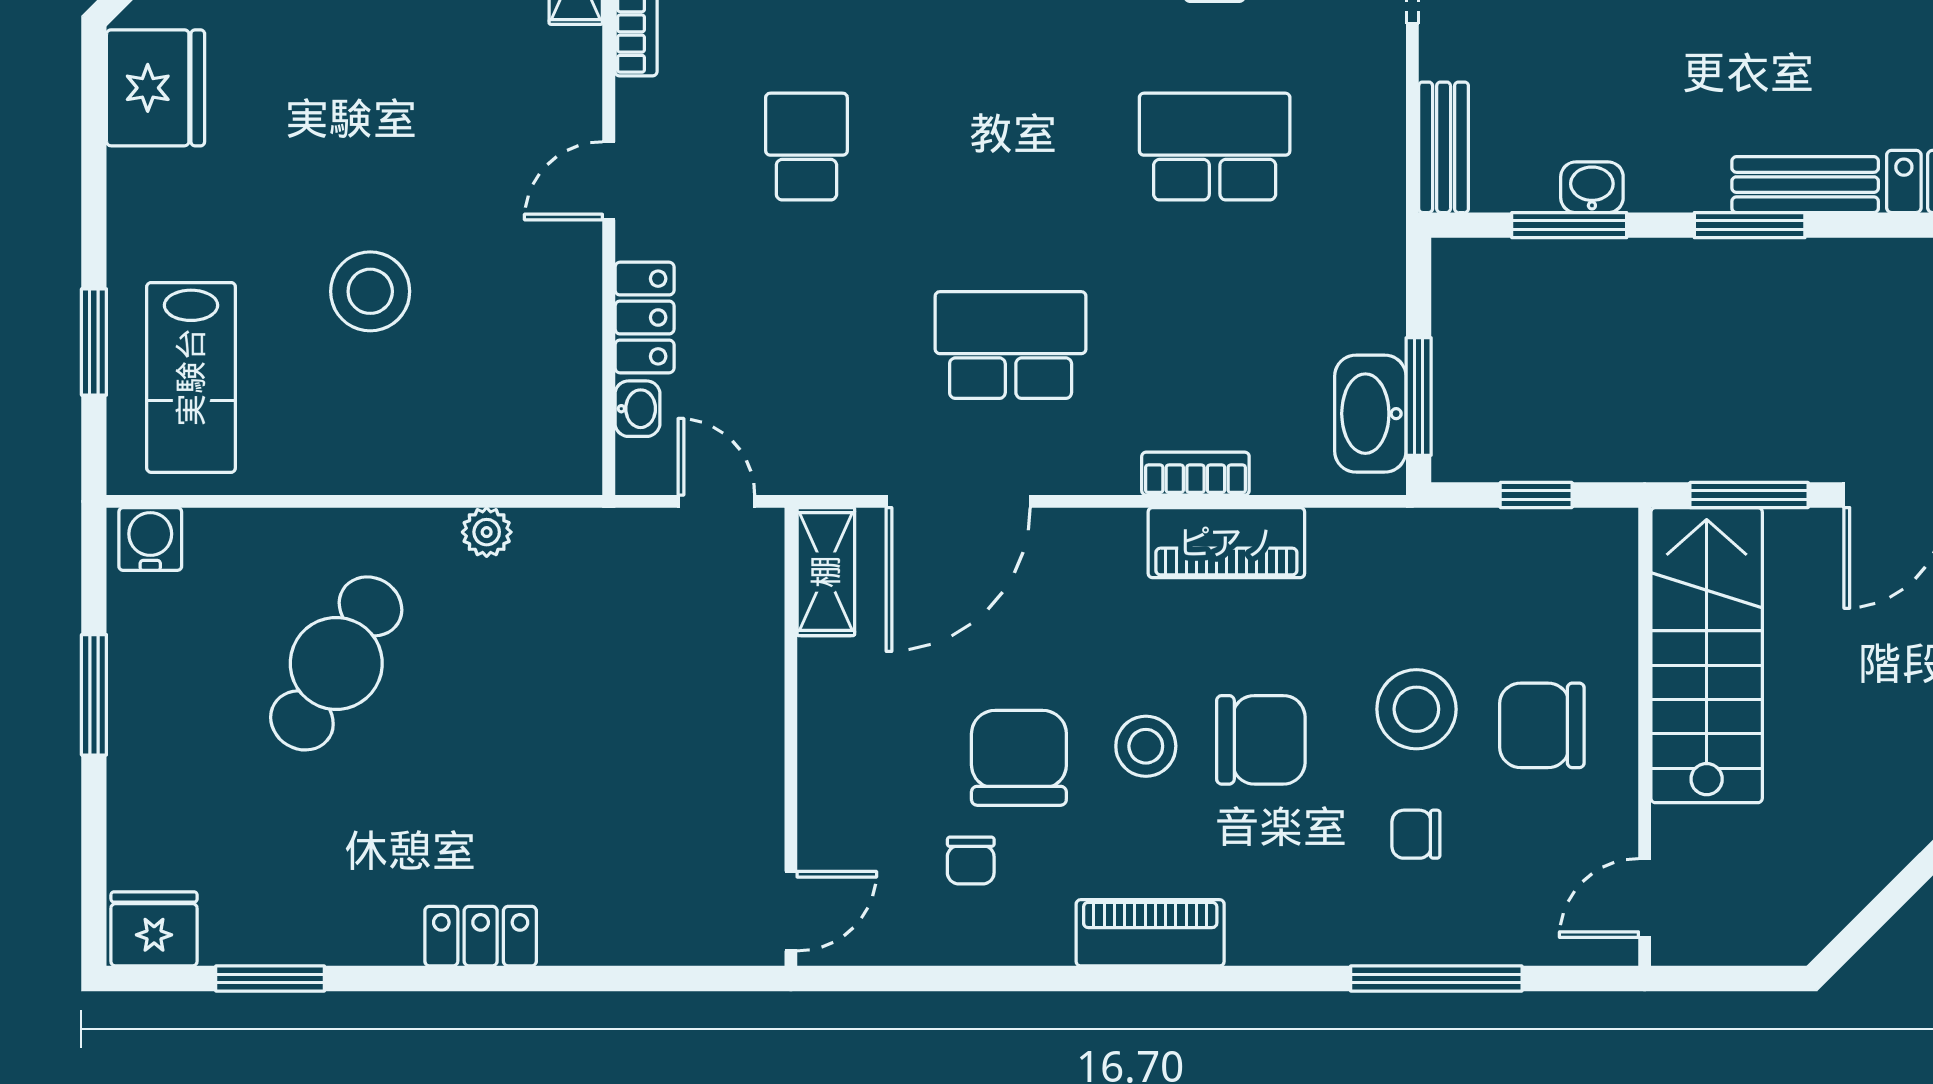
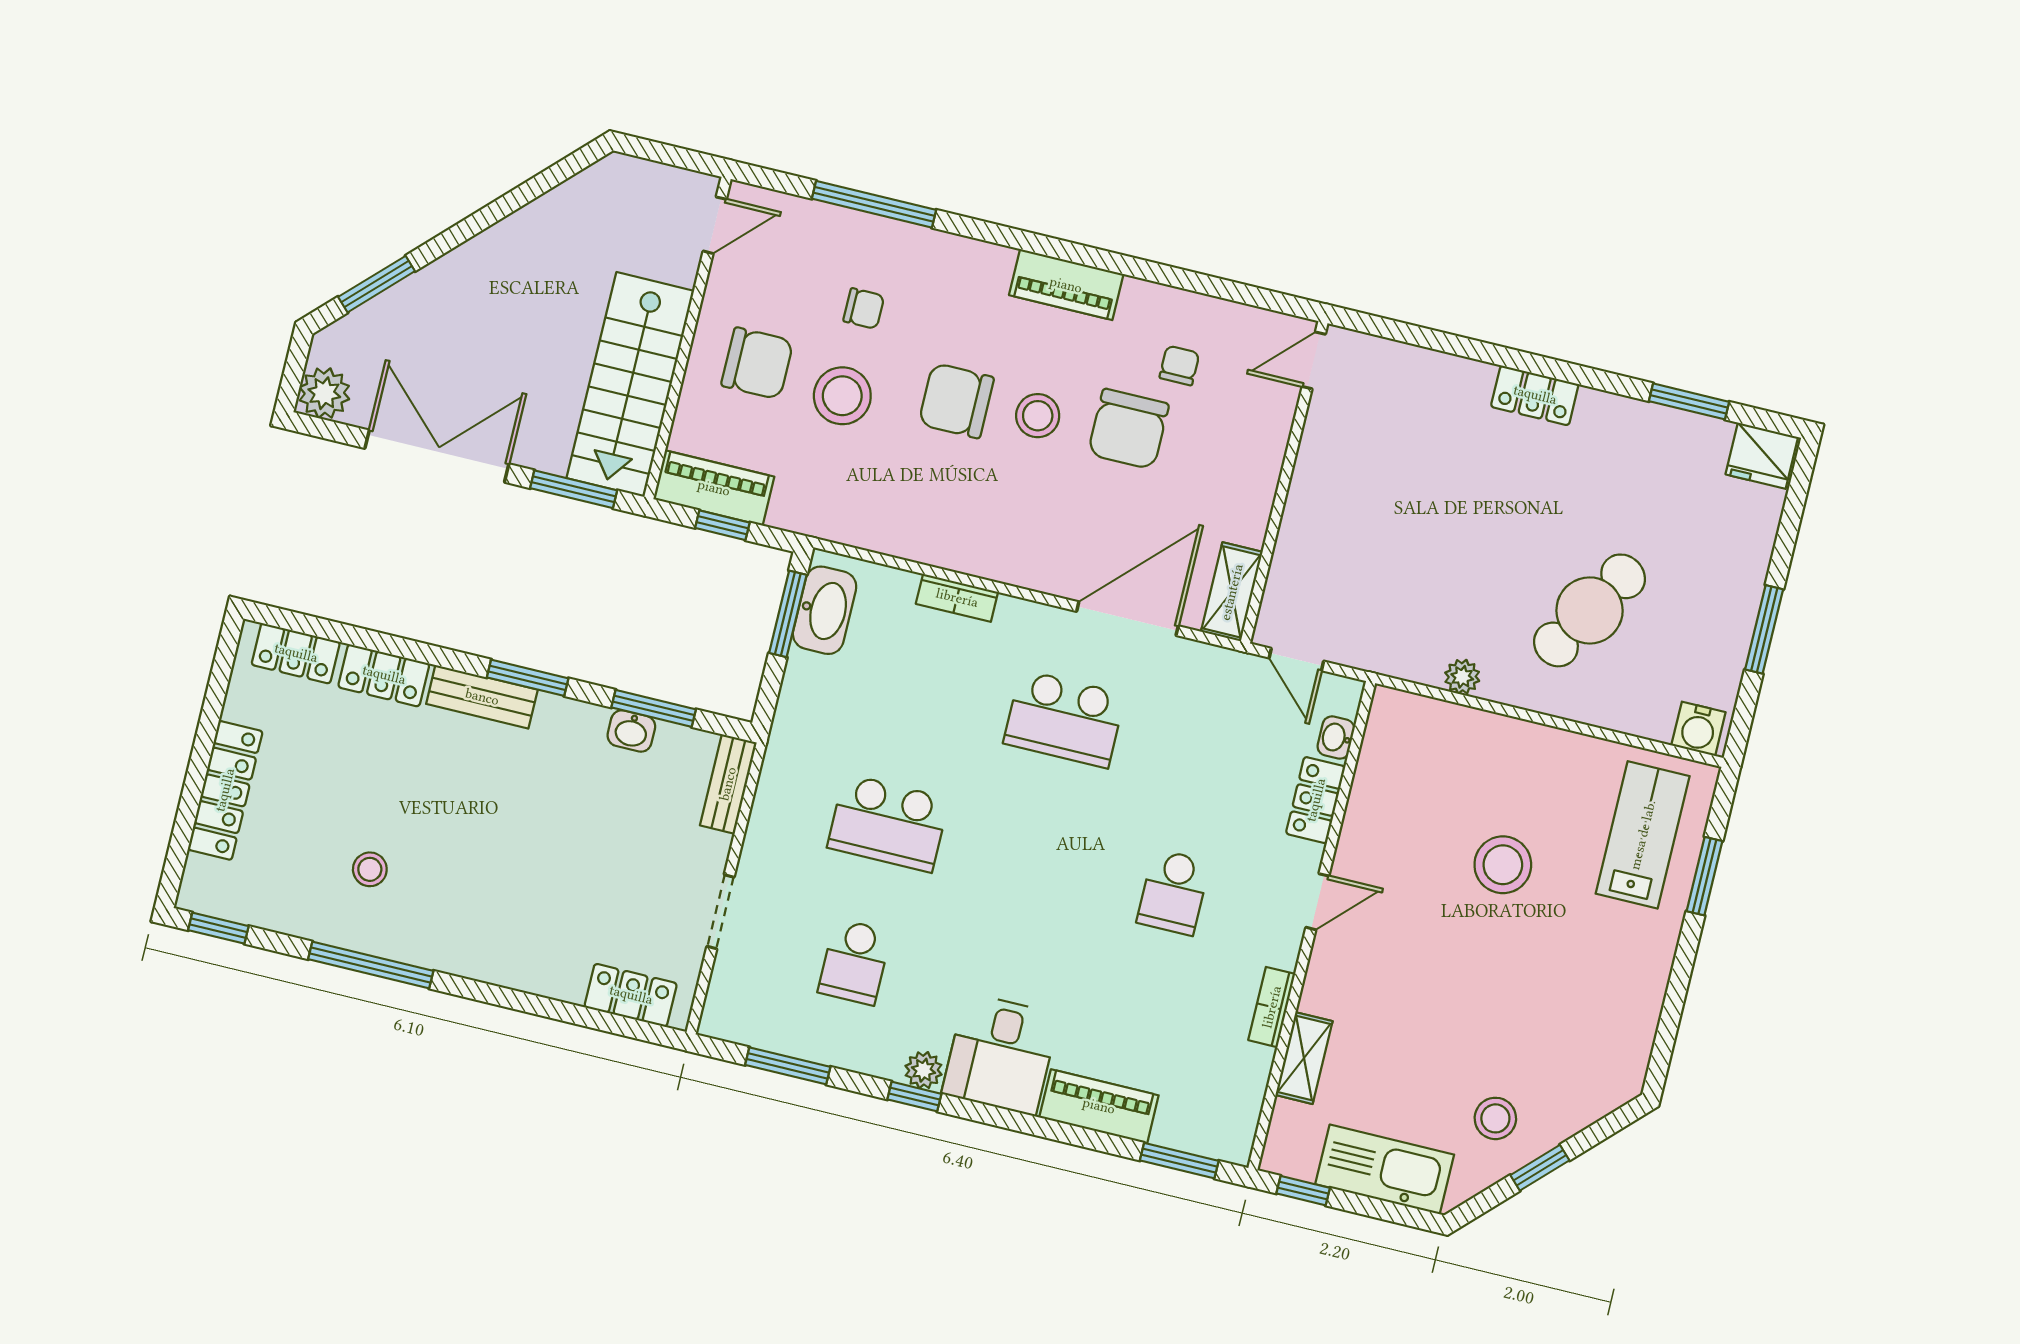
fridge: (156, 88) -> (1618, 1043), removed
piano: (1226, 543) -> (714, 488), moved

